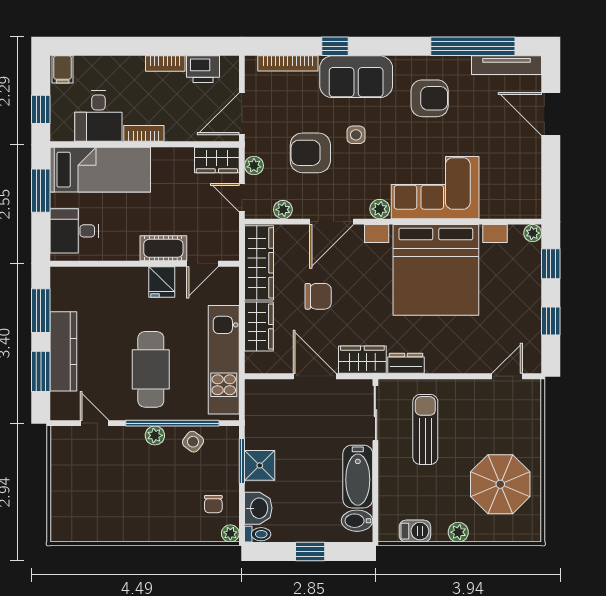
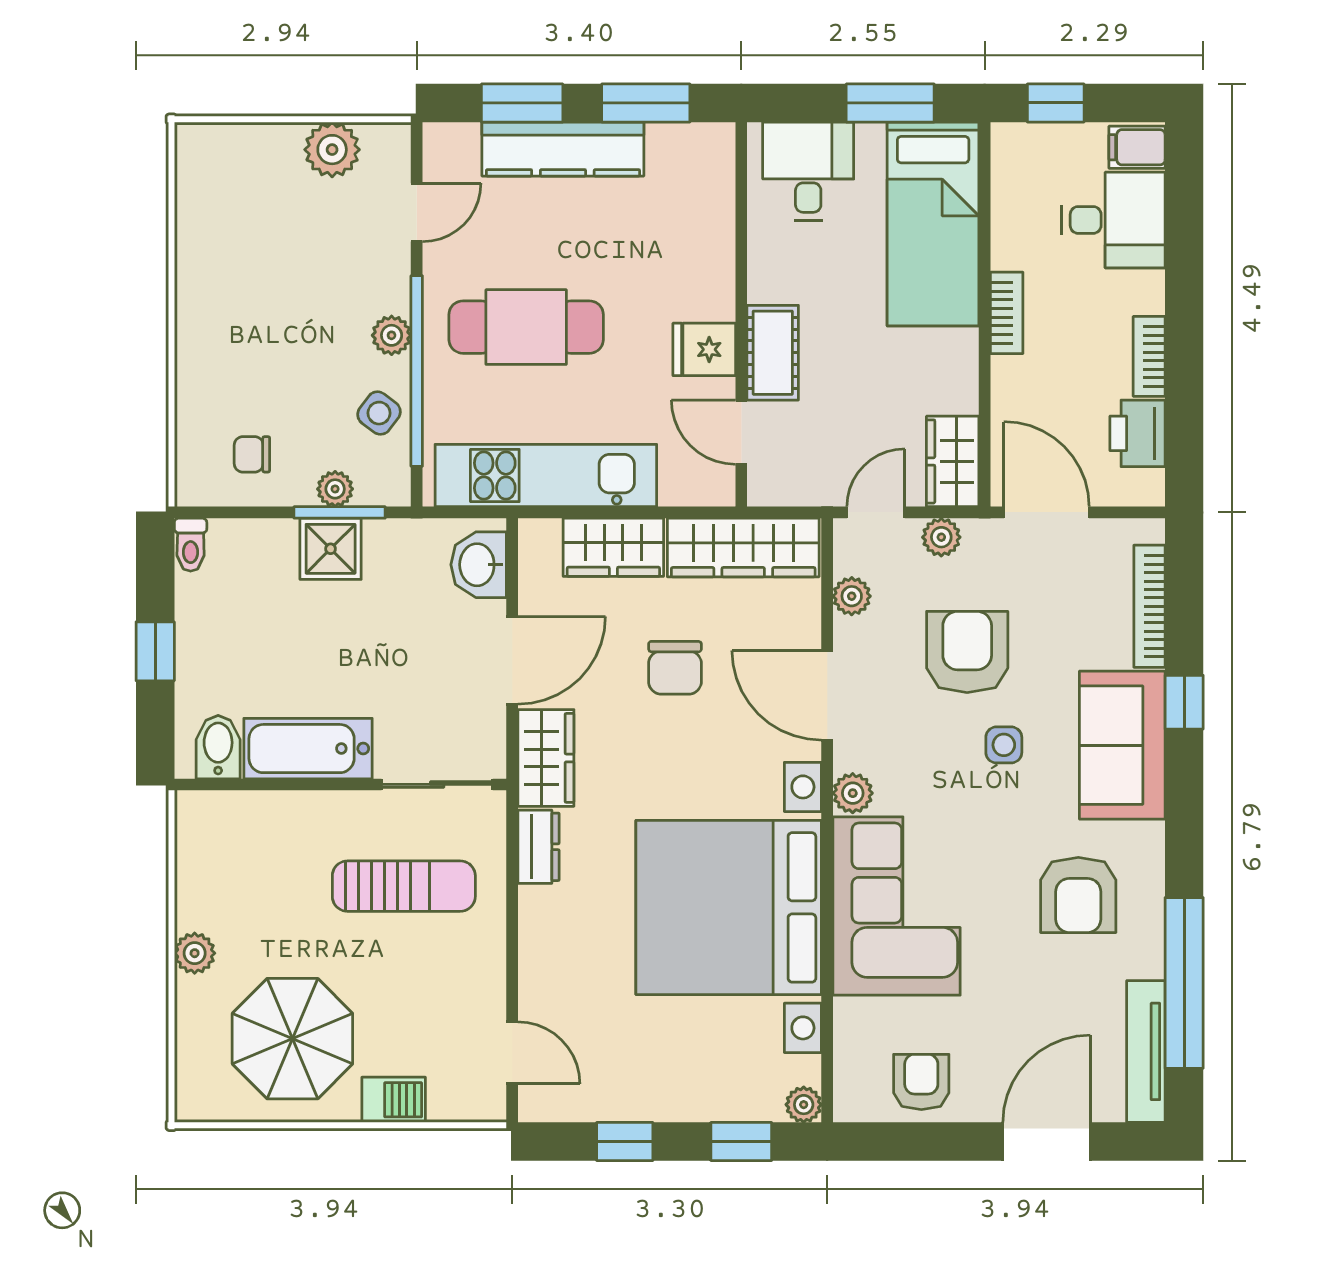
desk: (98, 116) -> (1113, 220), moved, turned 180
armchair: (521, 175) -> (921, 1082), added
plant: (64, 465) -> (332, 150), added
washbasin: (258, 508) -> (479, 565), moved, turned 90
barbecue: (415, 531) -> (394, 1100), moved, turned -90
plant: (230, 533) -> (335, 489), moved

